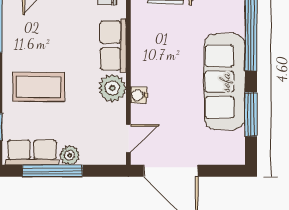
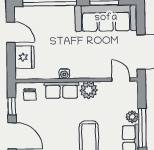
sofa: (225, 82) -> (106, 18), moved
water cooler: (139, 95) -> (64, 74), moved

